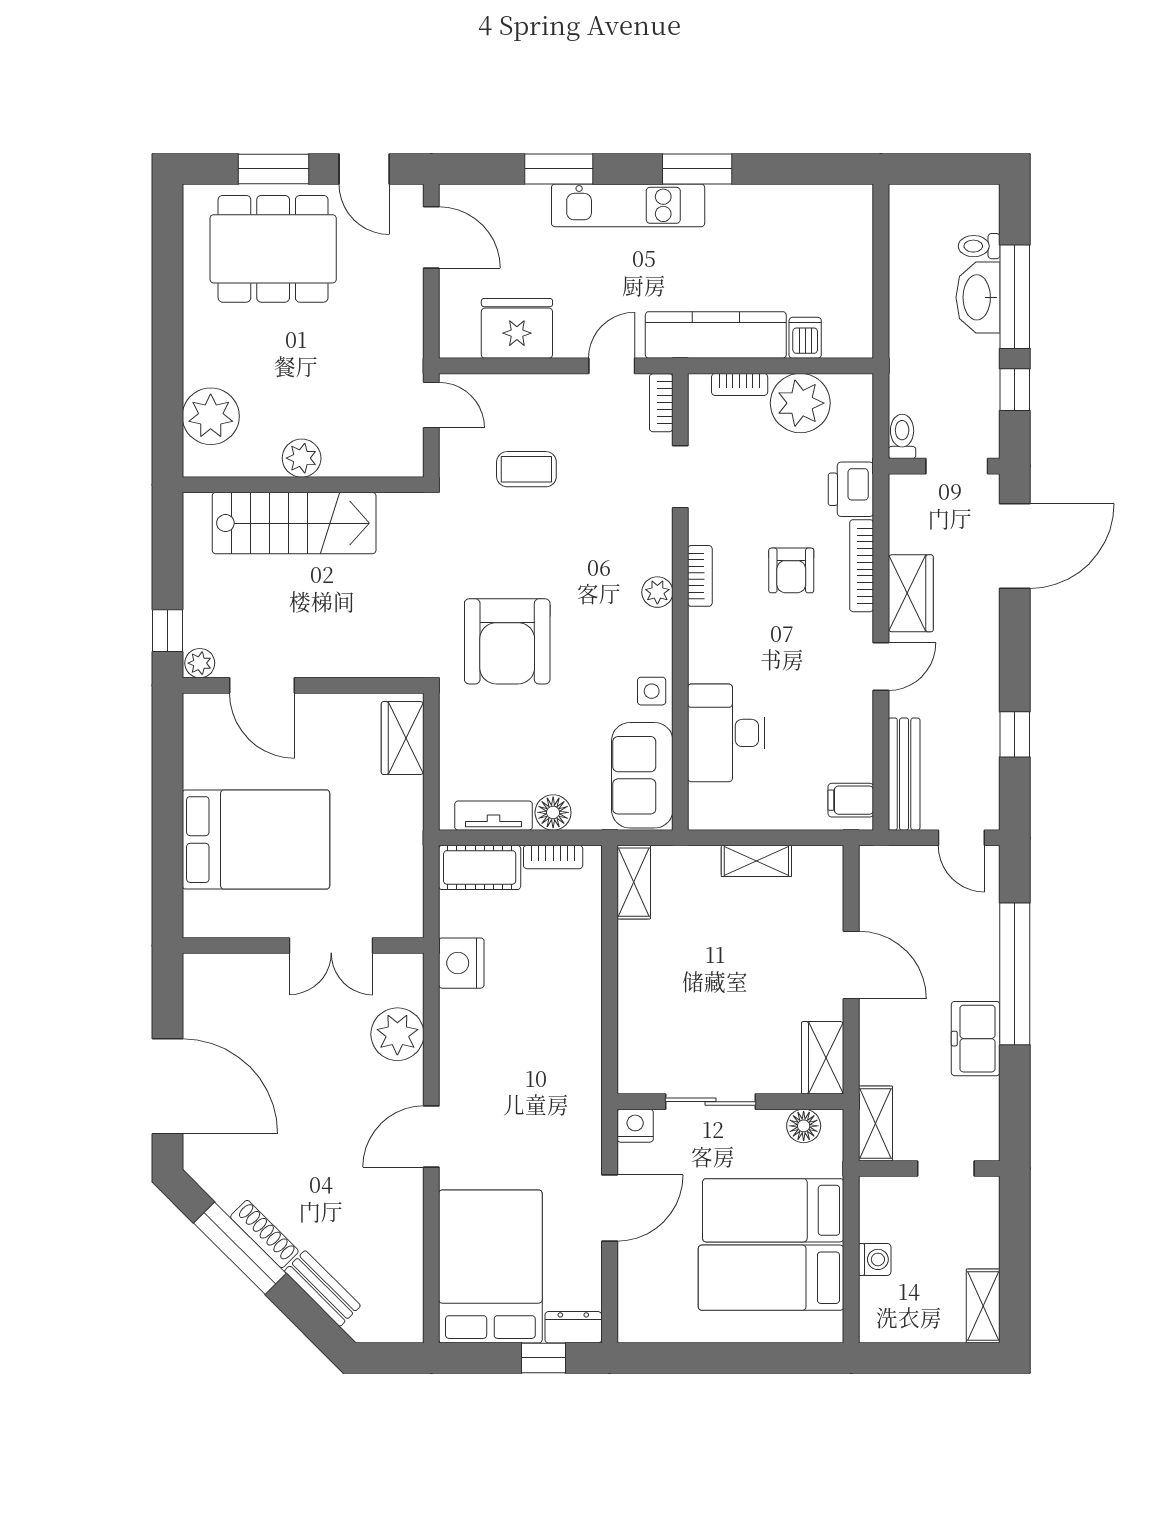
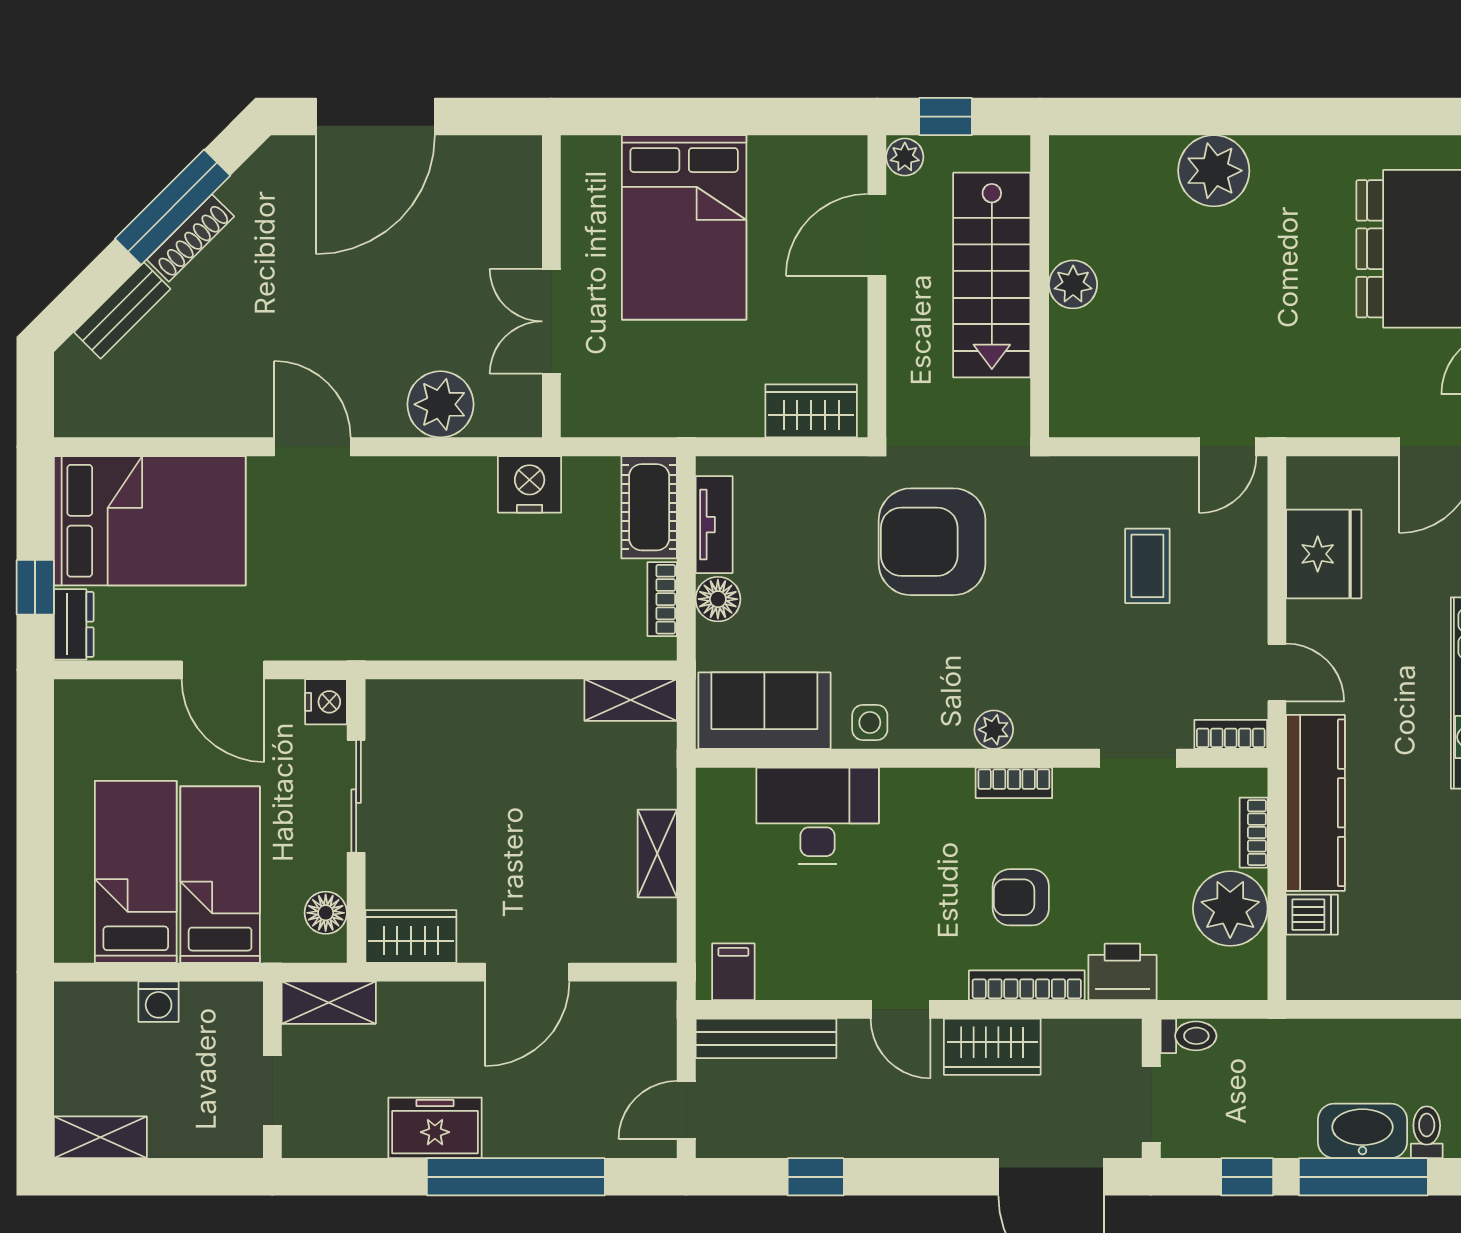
plant: (302, 458) -> (1073, 284), moved
wall: (303, 485) -> (1040, 286), moved
stairs: (294, 523) -> (992, 275), moved

